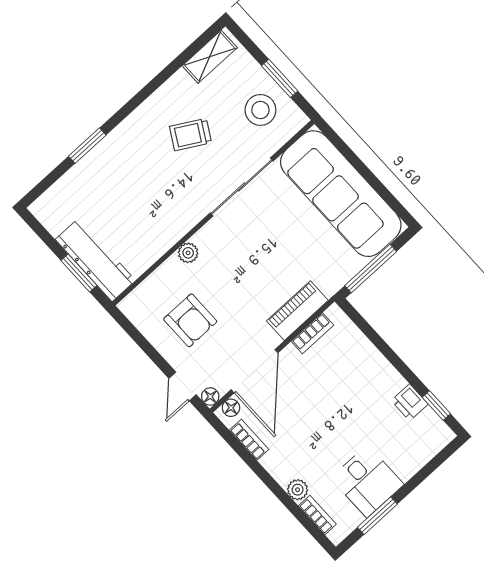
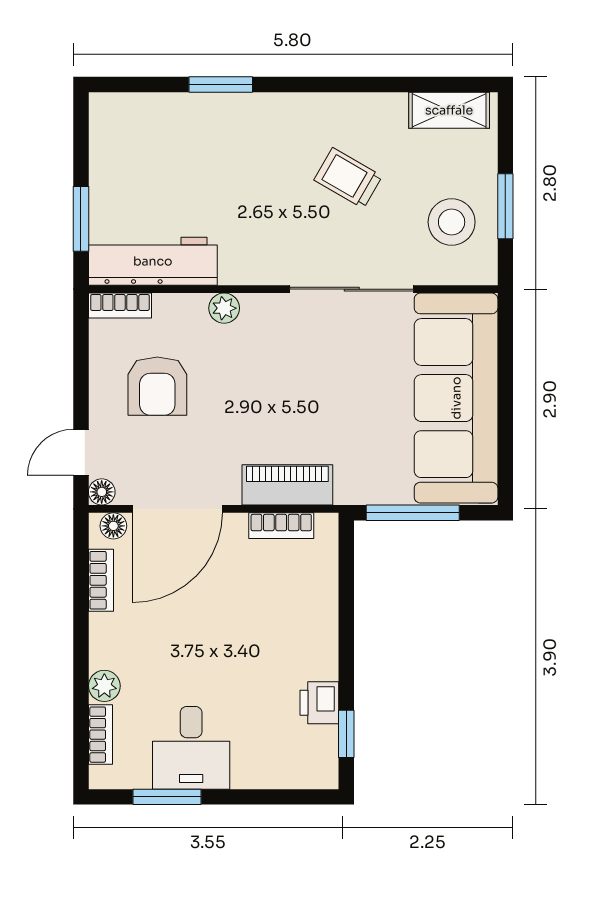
workbench: (95, 260) -> (153, 261), moved, turned -90
bookcase: (136, 298) -> (120, 305), added

